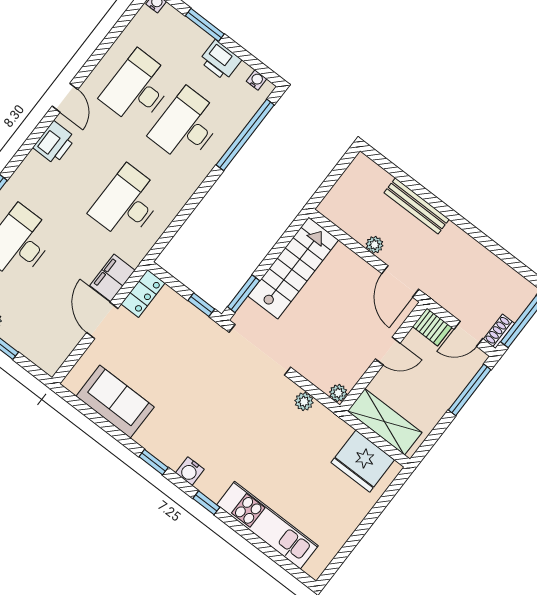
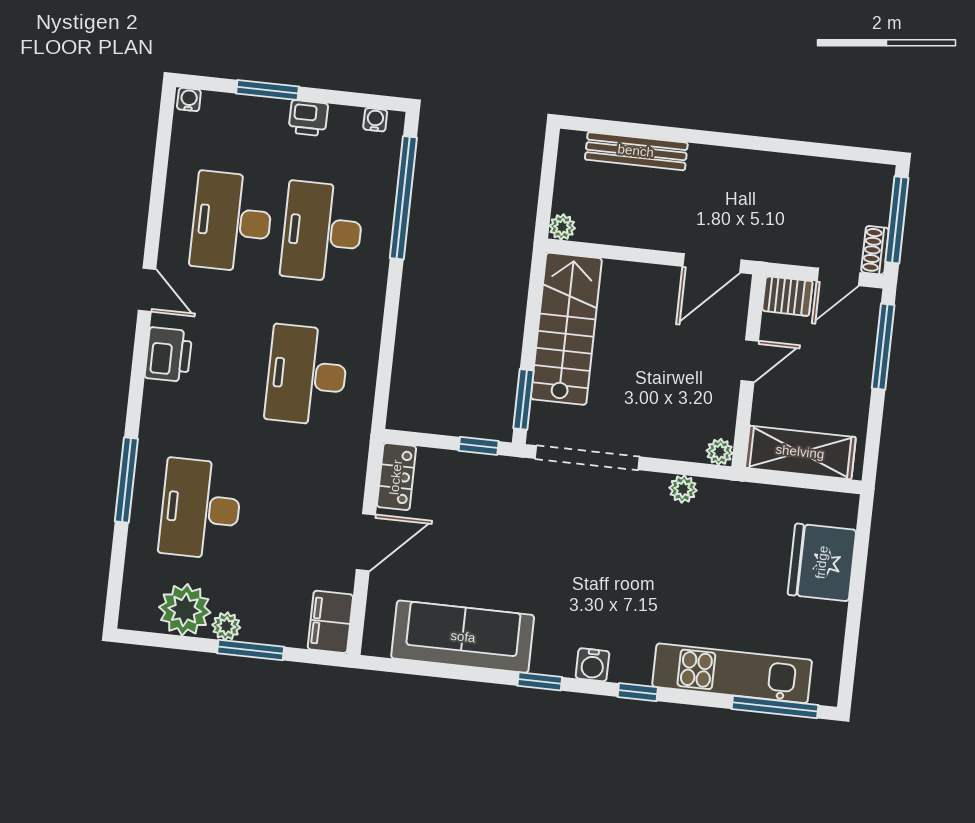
printer: (220, 60) -> (308, 118), width x0.73, depth x0.81
bench: (417, 206) -> (636, 151), moved
plant: (375, 245) -> (562, 227), moved
filing cabinet: (112, 278) -> (330, 622), moved
door: (400, 281) -> (712, 263), hinge flipped
door: (102, 320) -> (366, 542), swing flipped
sofa: (115, 402) -> (463, 637), width x1.36
fridge: (363, 461) -> (822, 562), moved, turned 90
window: (280, 560) -> (775, 707), added

